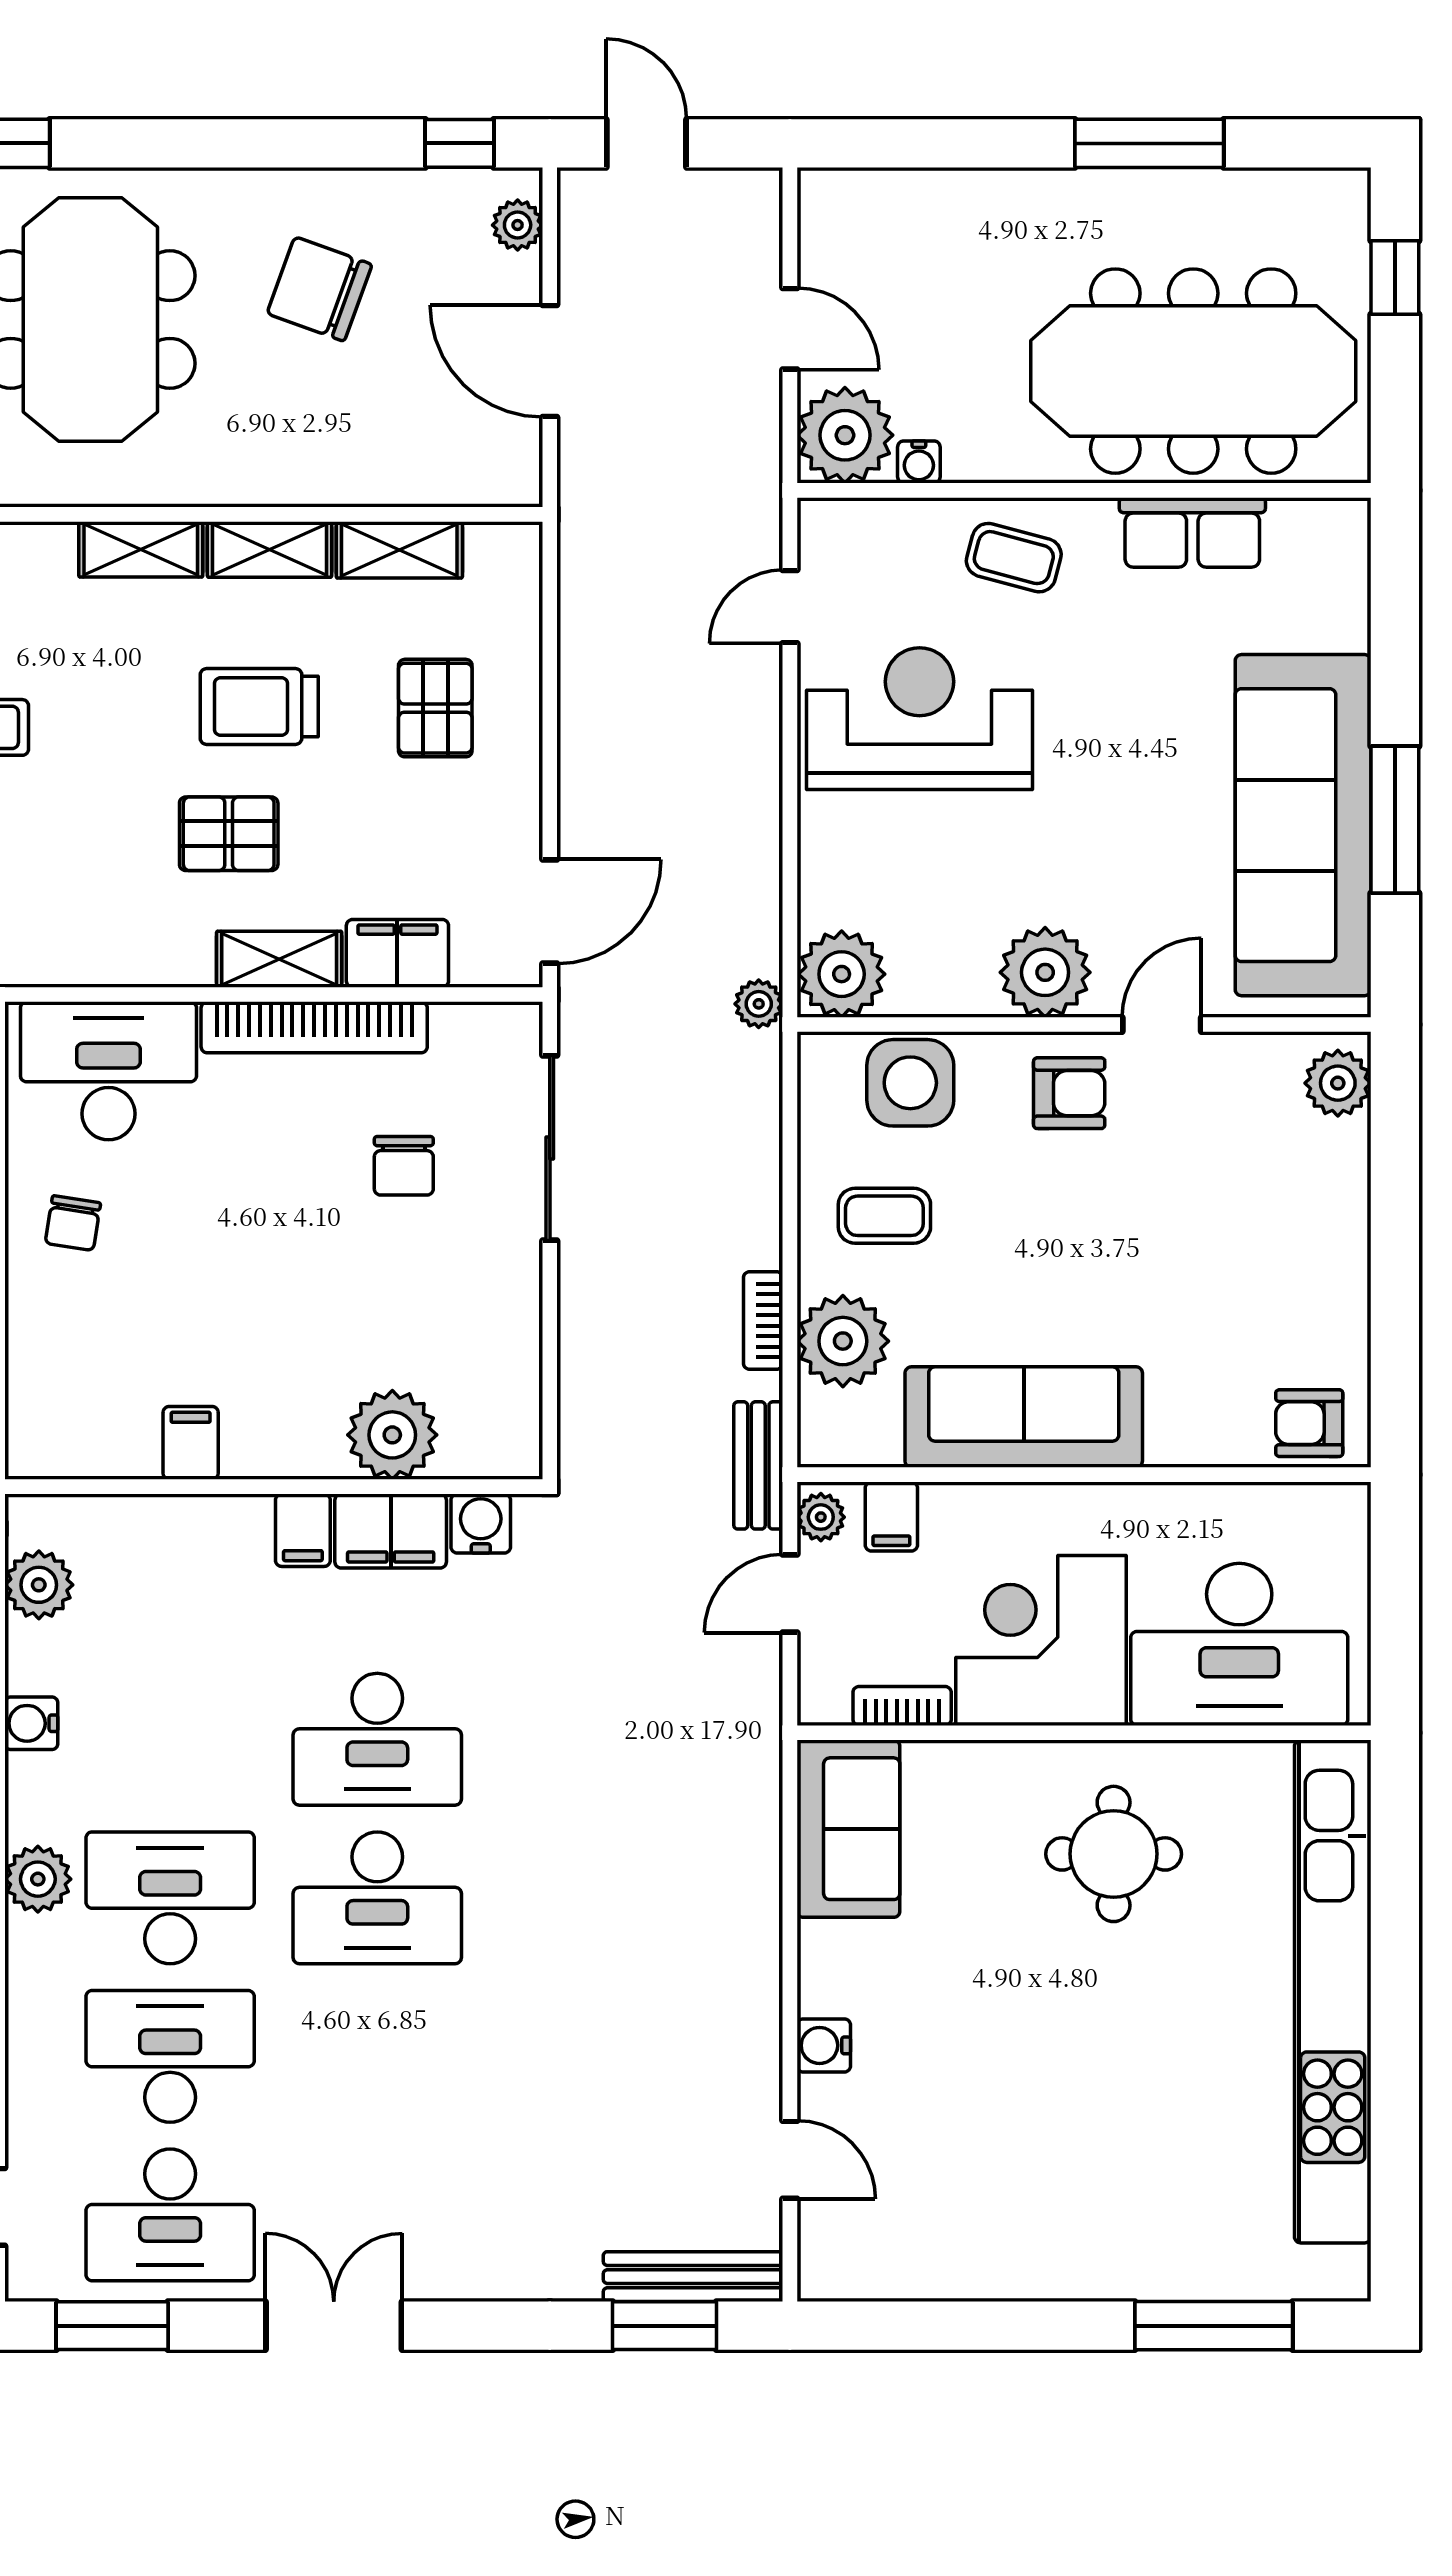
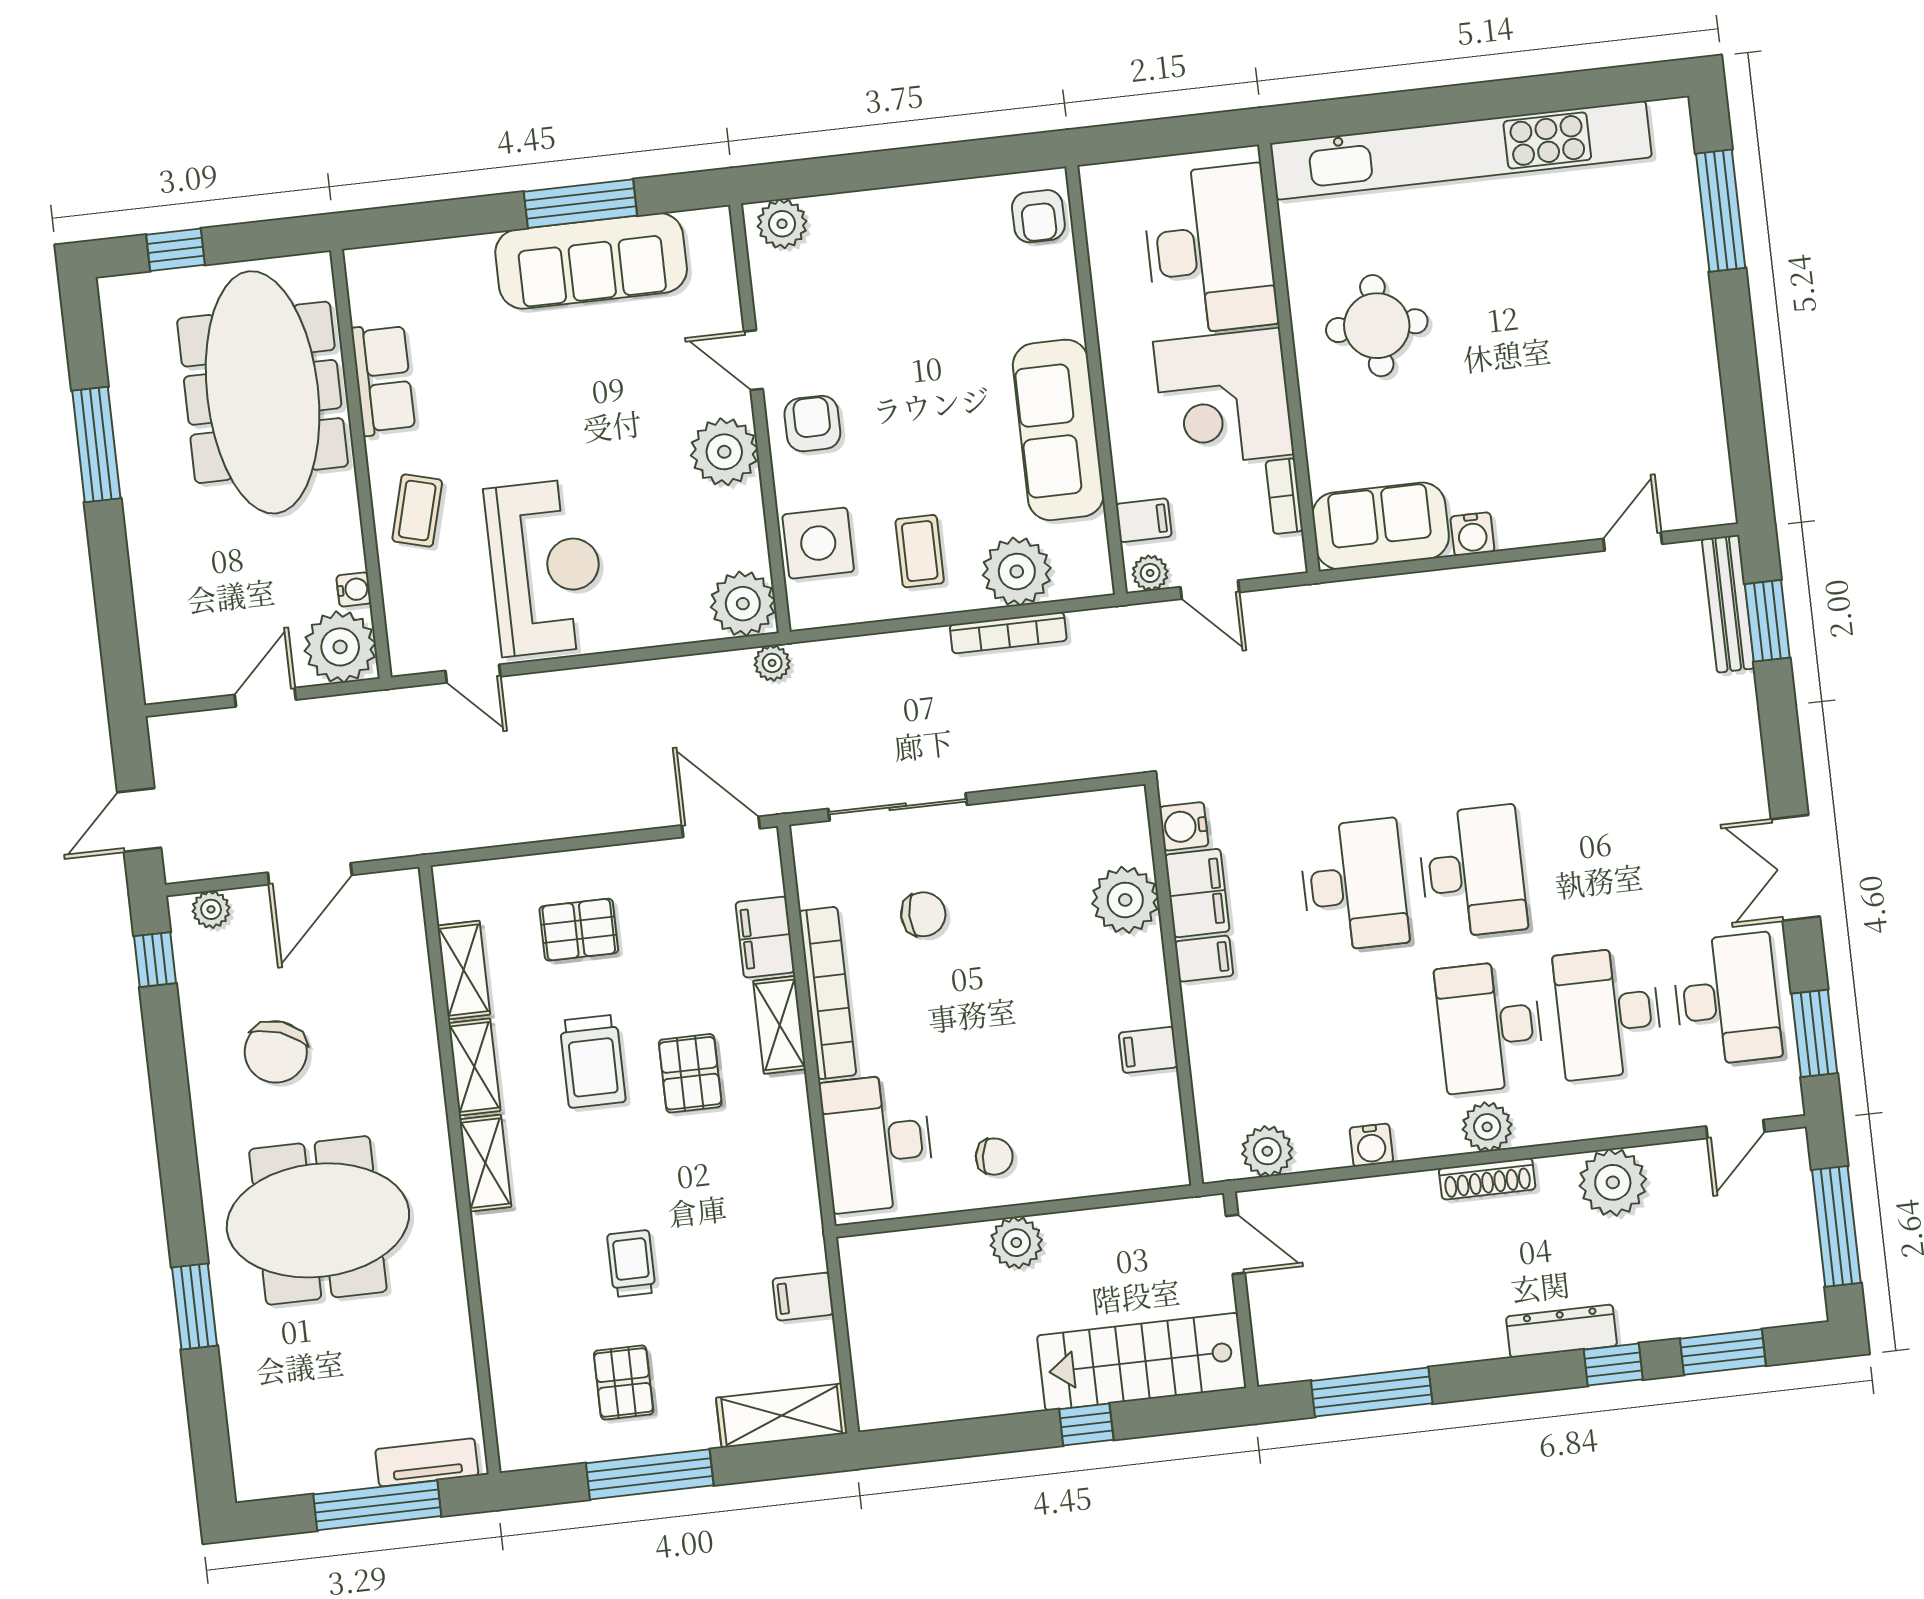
reception desk: (919, 719) -> (545, 567), turned 180
sofa: (1303, 825) -> (591, 261), width x0.74, depth x0.79
bookcase: (763, 1320) -> (1008, 633), width x1.56
bench: (758, 1465) -> (1117, 624), removed
water cooler: (824, 2045) -> (1472, 534), moved

